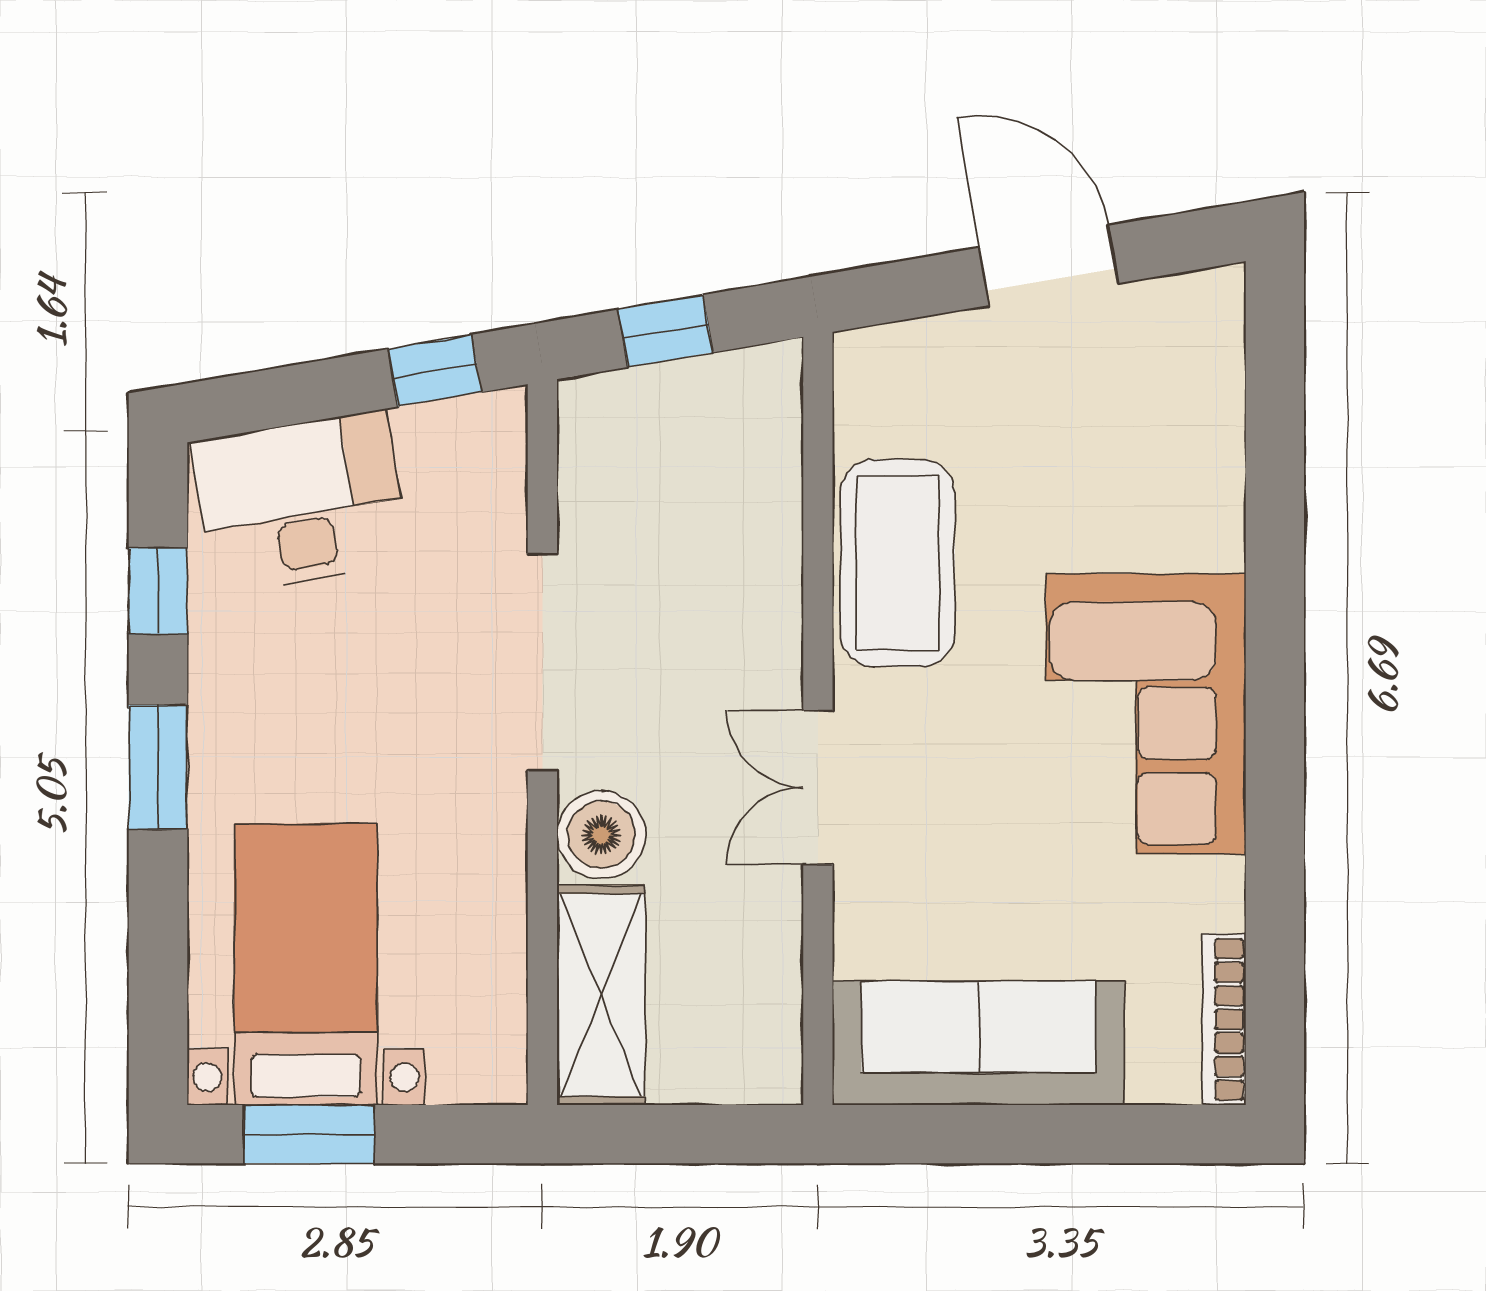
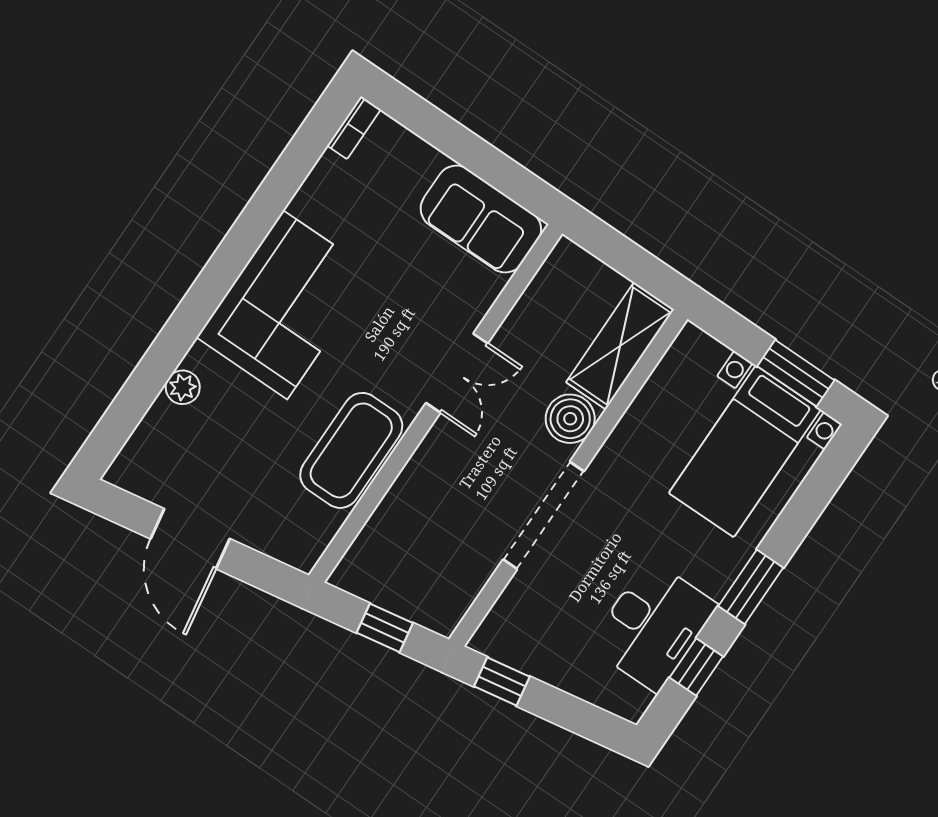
plant: (1215, 485) -> (183, 387), added
desk: (301, 502) -> (653, 626), moved, turned -80
bookcase: (1224, 1019) -> (354, 128), width x0.64
sofa: (979, 1043) -> (481, 219), width x0.73

